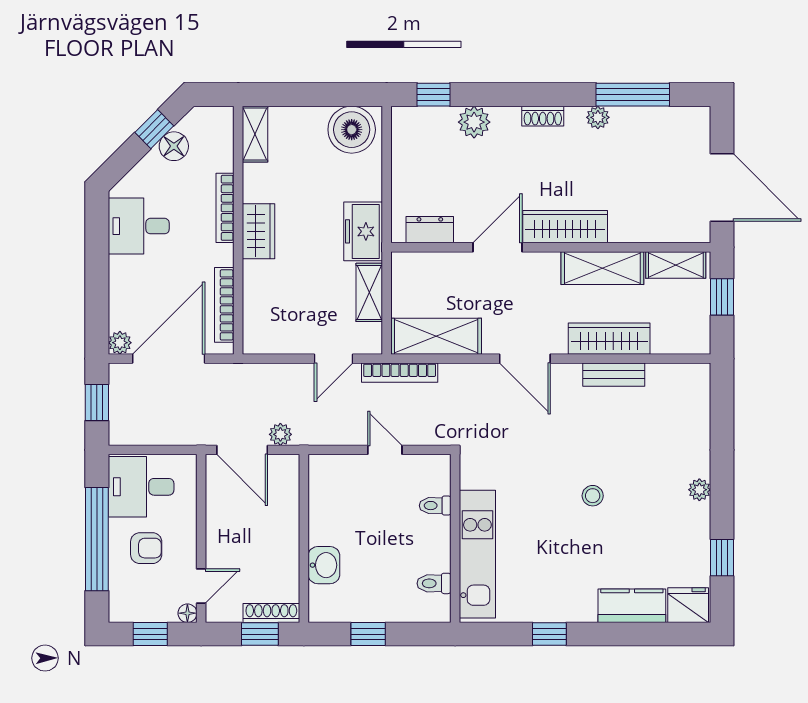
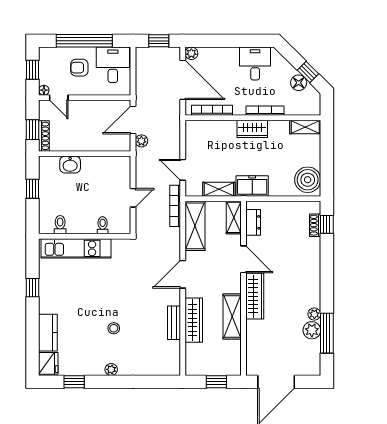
shoe rack: (543, 116) -> (315, 225), moved
plant: (474, 122) -> (312, 330), moved
shelving: (676, 265) -> (234, 217), moved
stool: (593, 496) -> (114, 328), moved
armchair: (146, 548) -> (79, 68), turned 90

